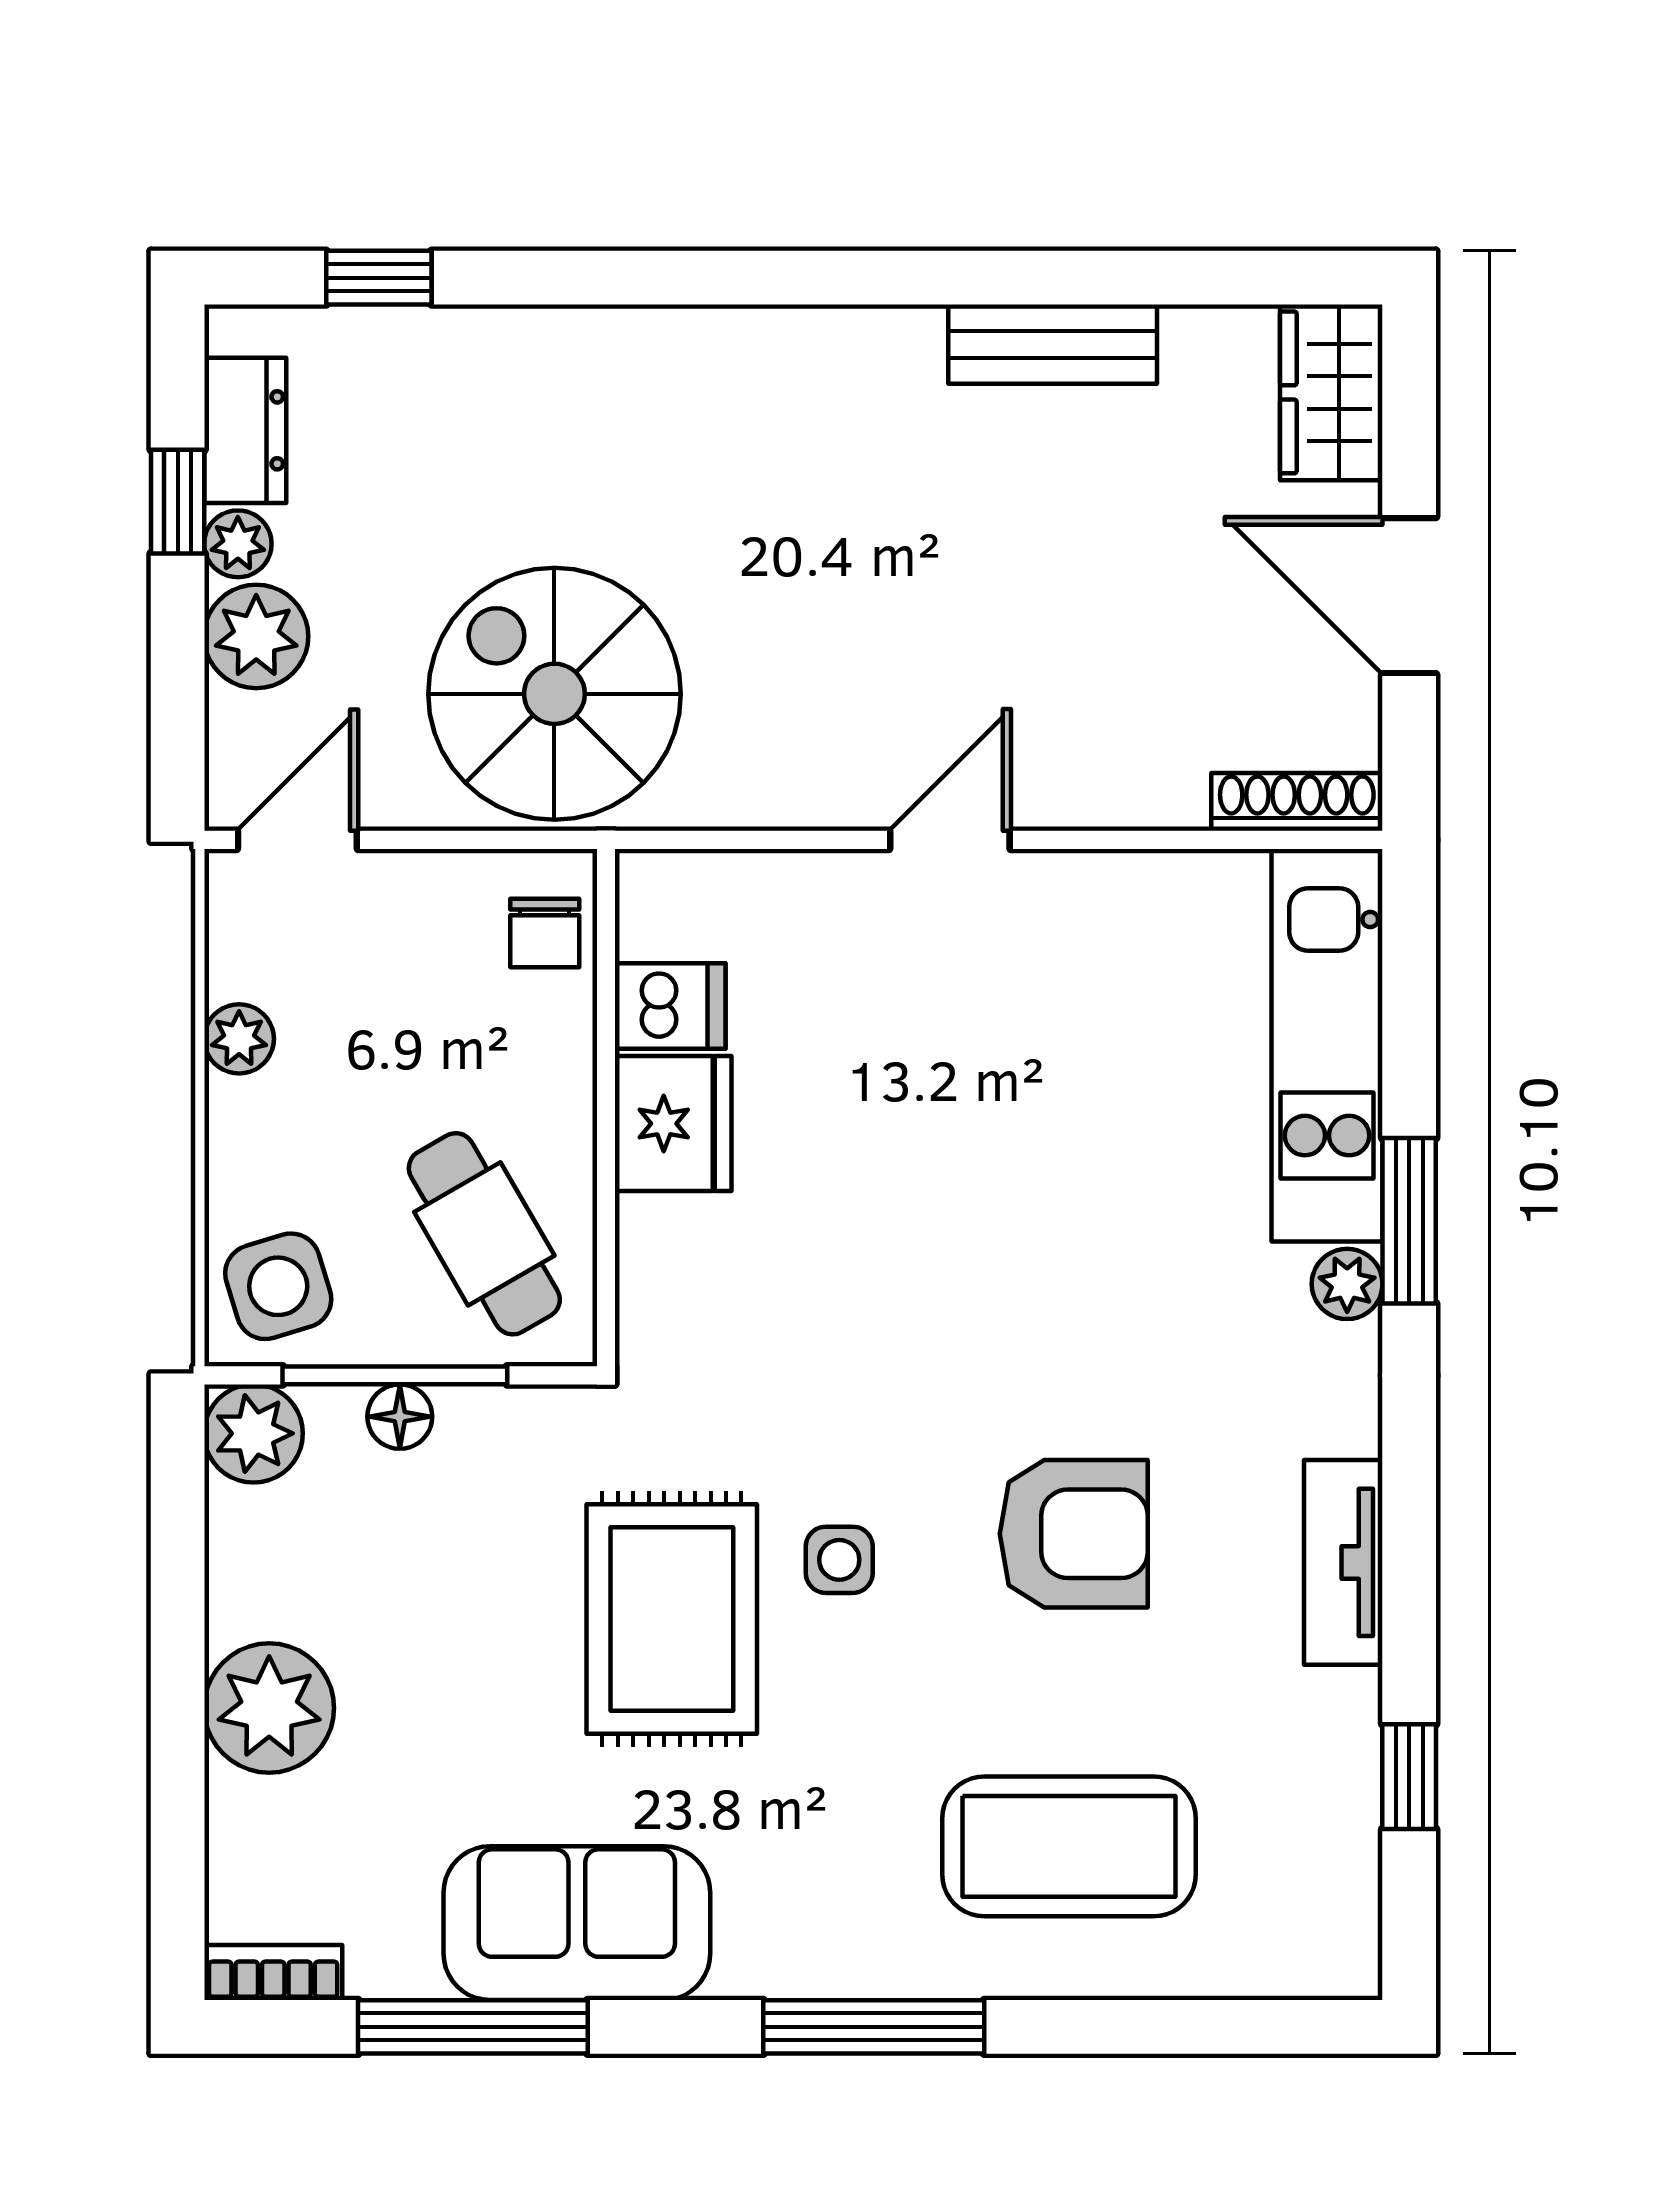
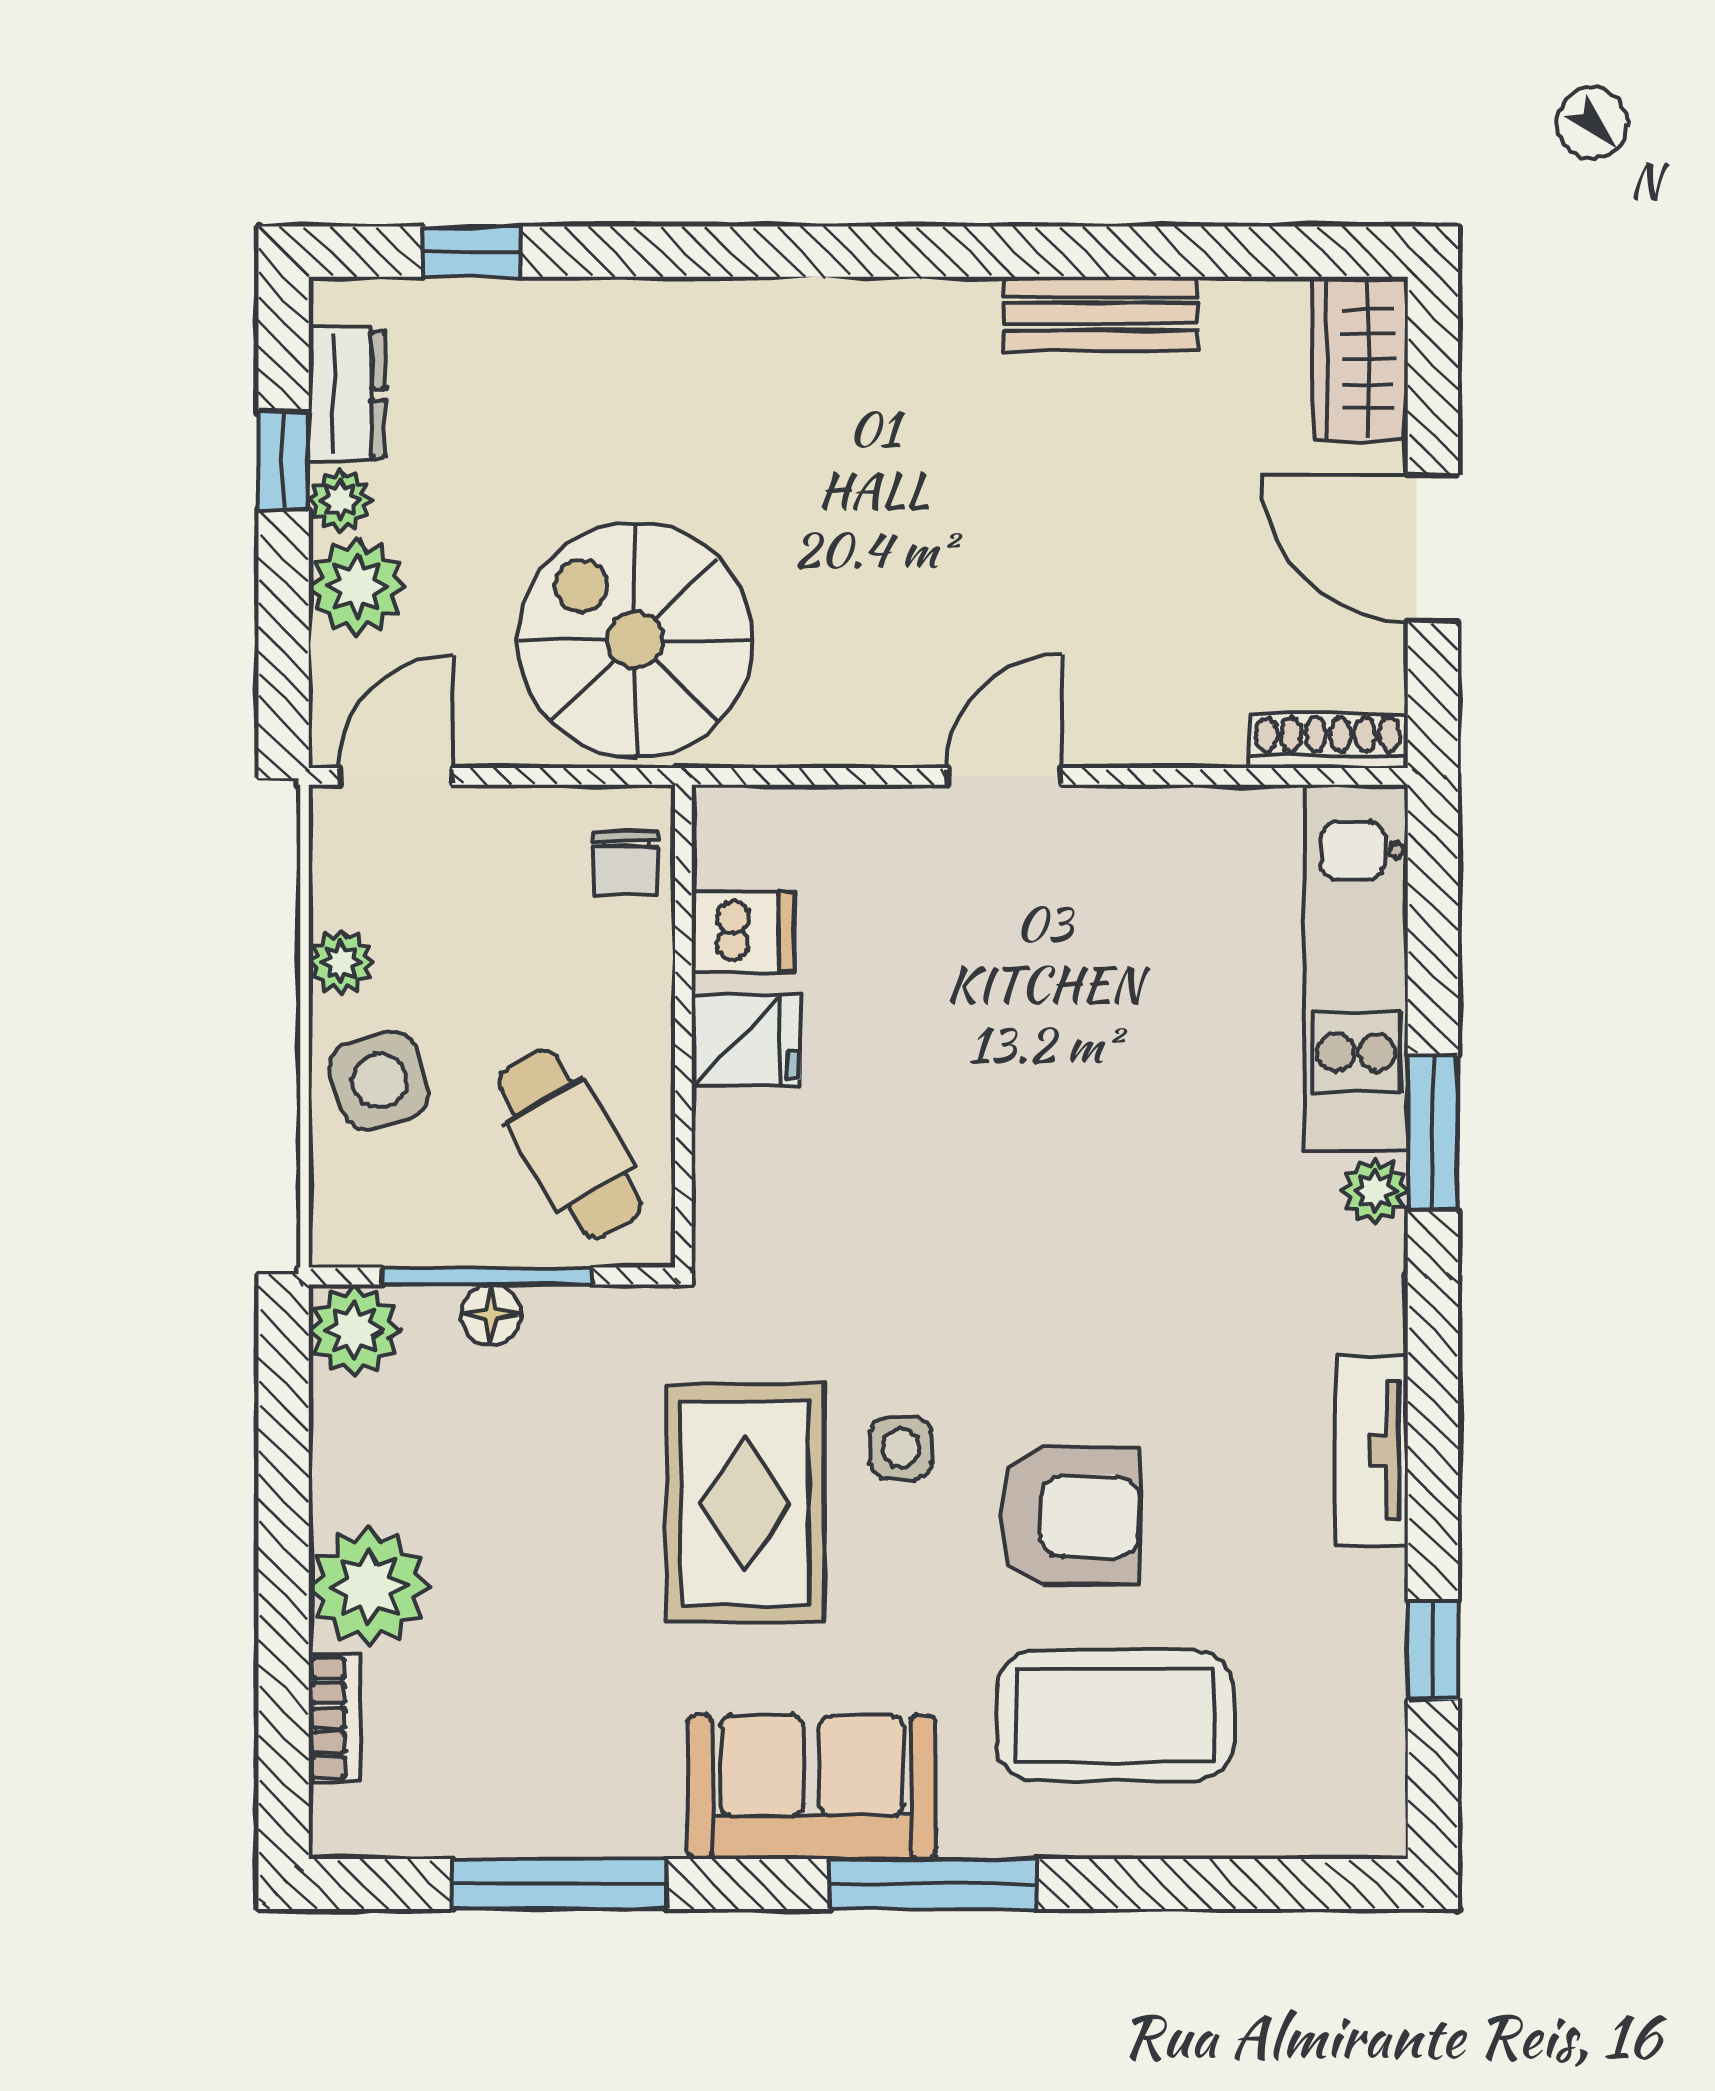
fridge: (673, 1124) -> (746, 1041), width x0.72
side table: (278, 1286) -> (379, 1080), moved
armchair: (1074, 1534) -> (1070, 1516), moved
sofa: (577, 1923) -> (812, 1787), moved
bookcase: (273, 1973) -> (334, 1718), moved, turned 90

